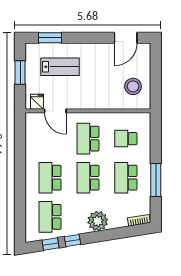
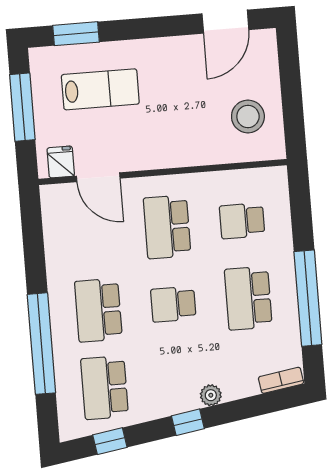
window: (20, 73) -> (22, 107), width x1.44
school desk: (88, 178) -> (173, 304), width x0.54
window: (156, 180) -> (308, 298), width x1.46
window: (20, 192) -> (41, 344), added
plant: (98, 221) -> (211, 395), width x0.53, depth x0.53
window: (72, 240) -> (188, 422), moved

